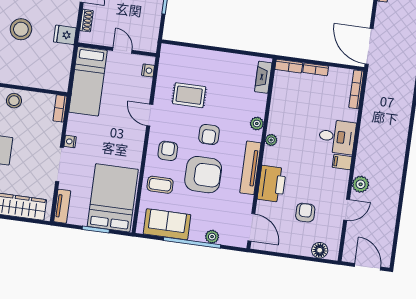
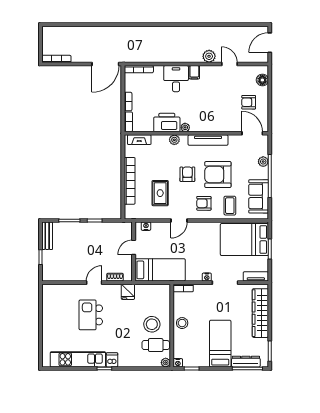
stool: (21, 29) -> (152, 324), moved
bookcase: (211, 57) -> (130, 181), added
armchair: (209, 134) -> (187, 174), turned -90
armchair: (203, 175) -> (218, 175), turned -90
printer: (272, 184) -> (167, 123), moved
armchair: (305, 213) -> (249, 102), moved
door: (251, 227) -> (252, 133), hinge flipped

